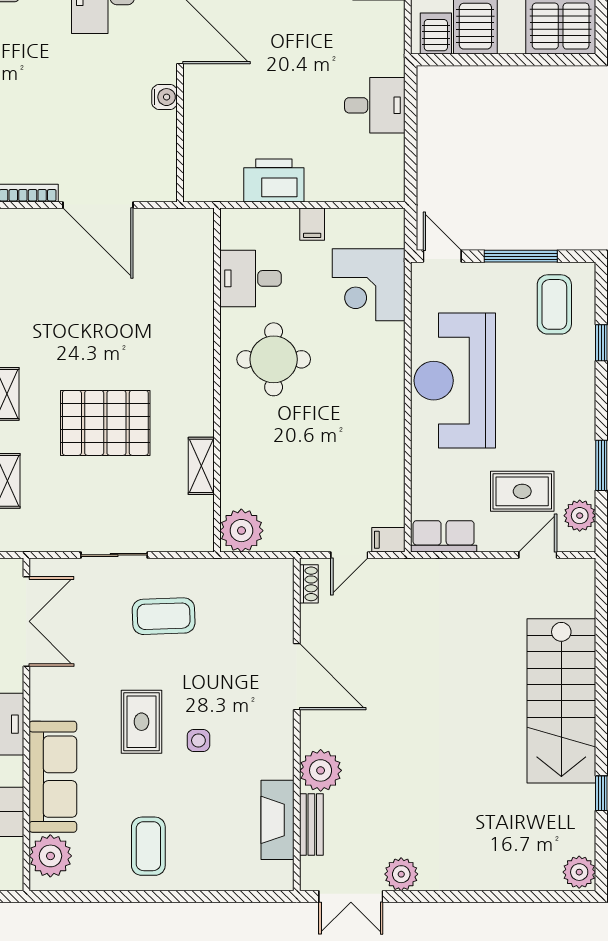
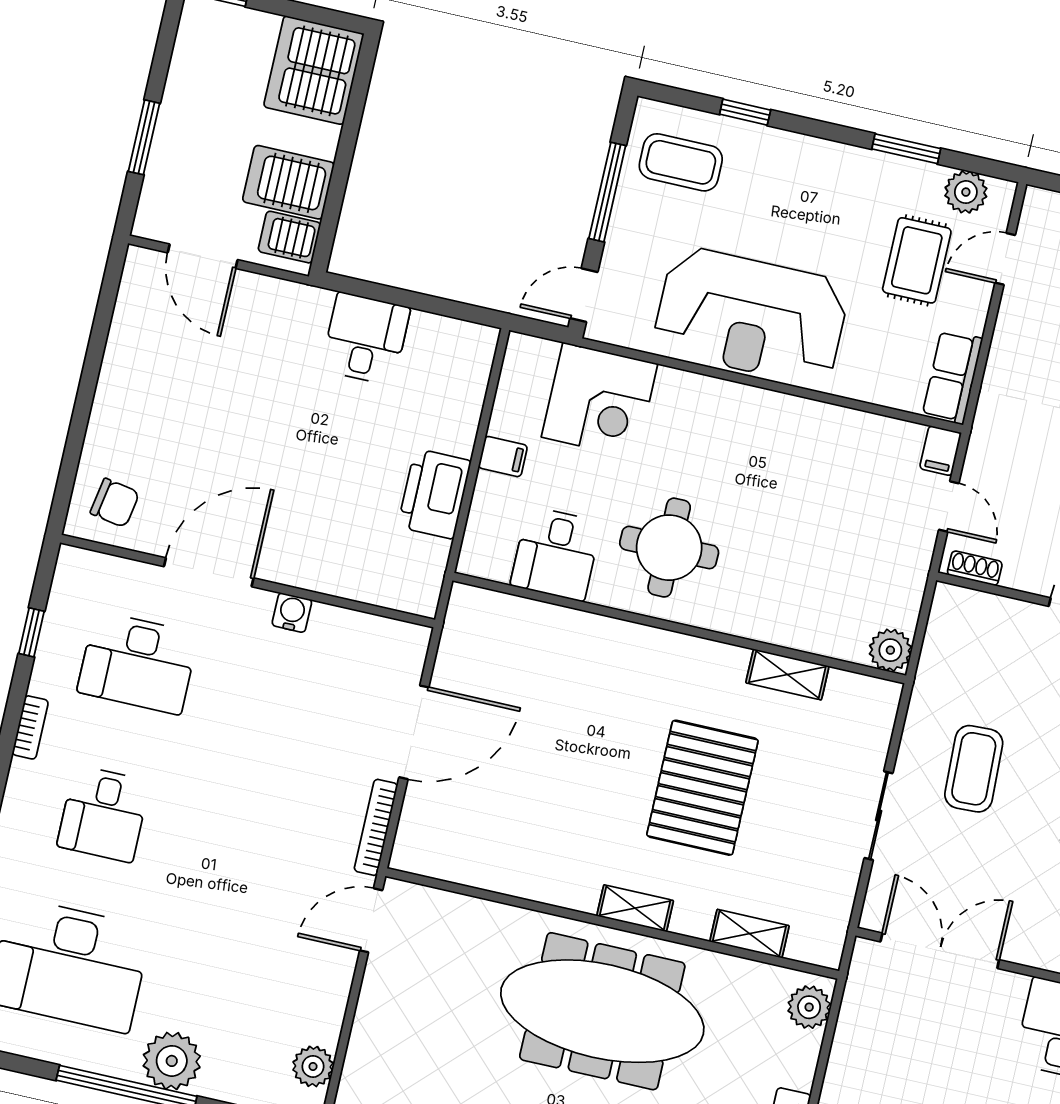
plant: (241, 531) -> (890, 650), width x0.73, depth x0.73
door: (538, 555) -> (1005, 259), hinge flipped

